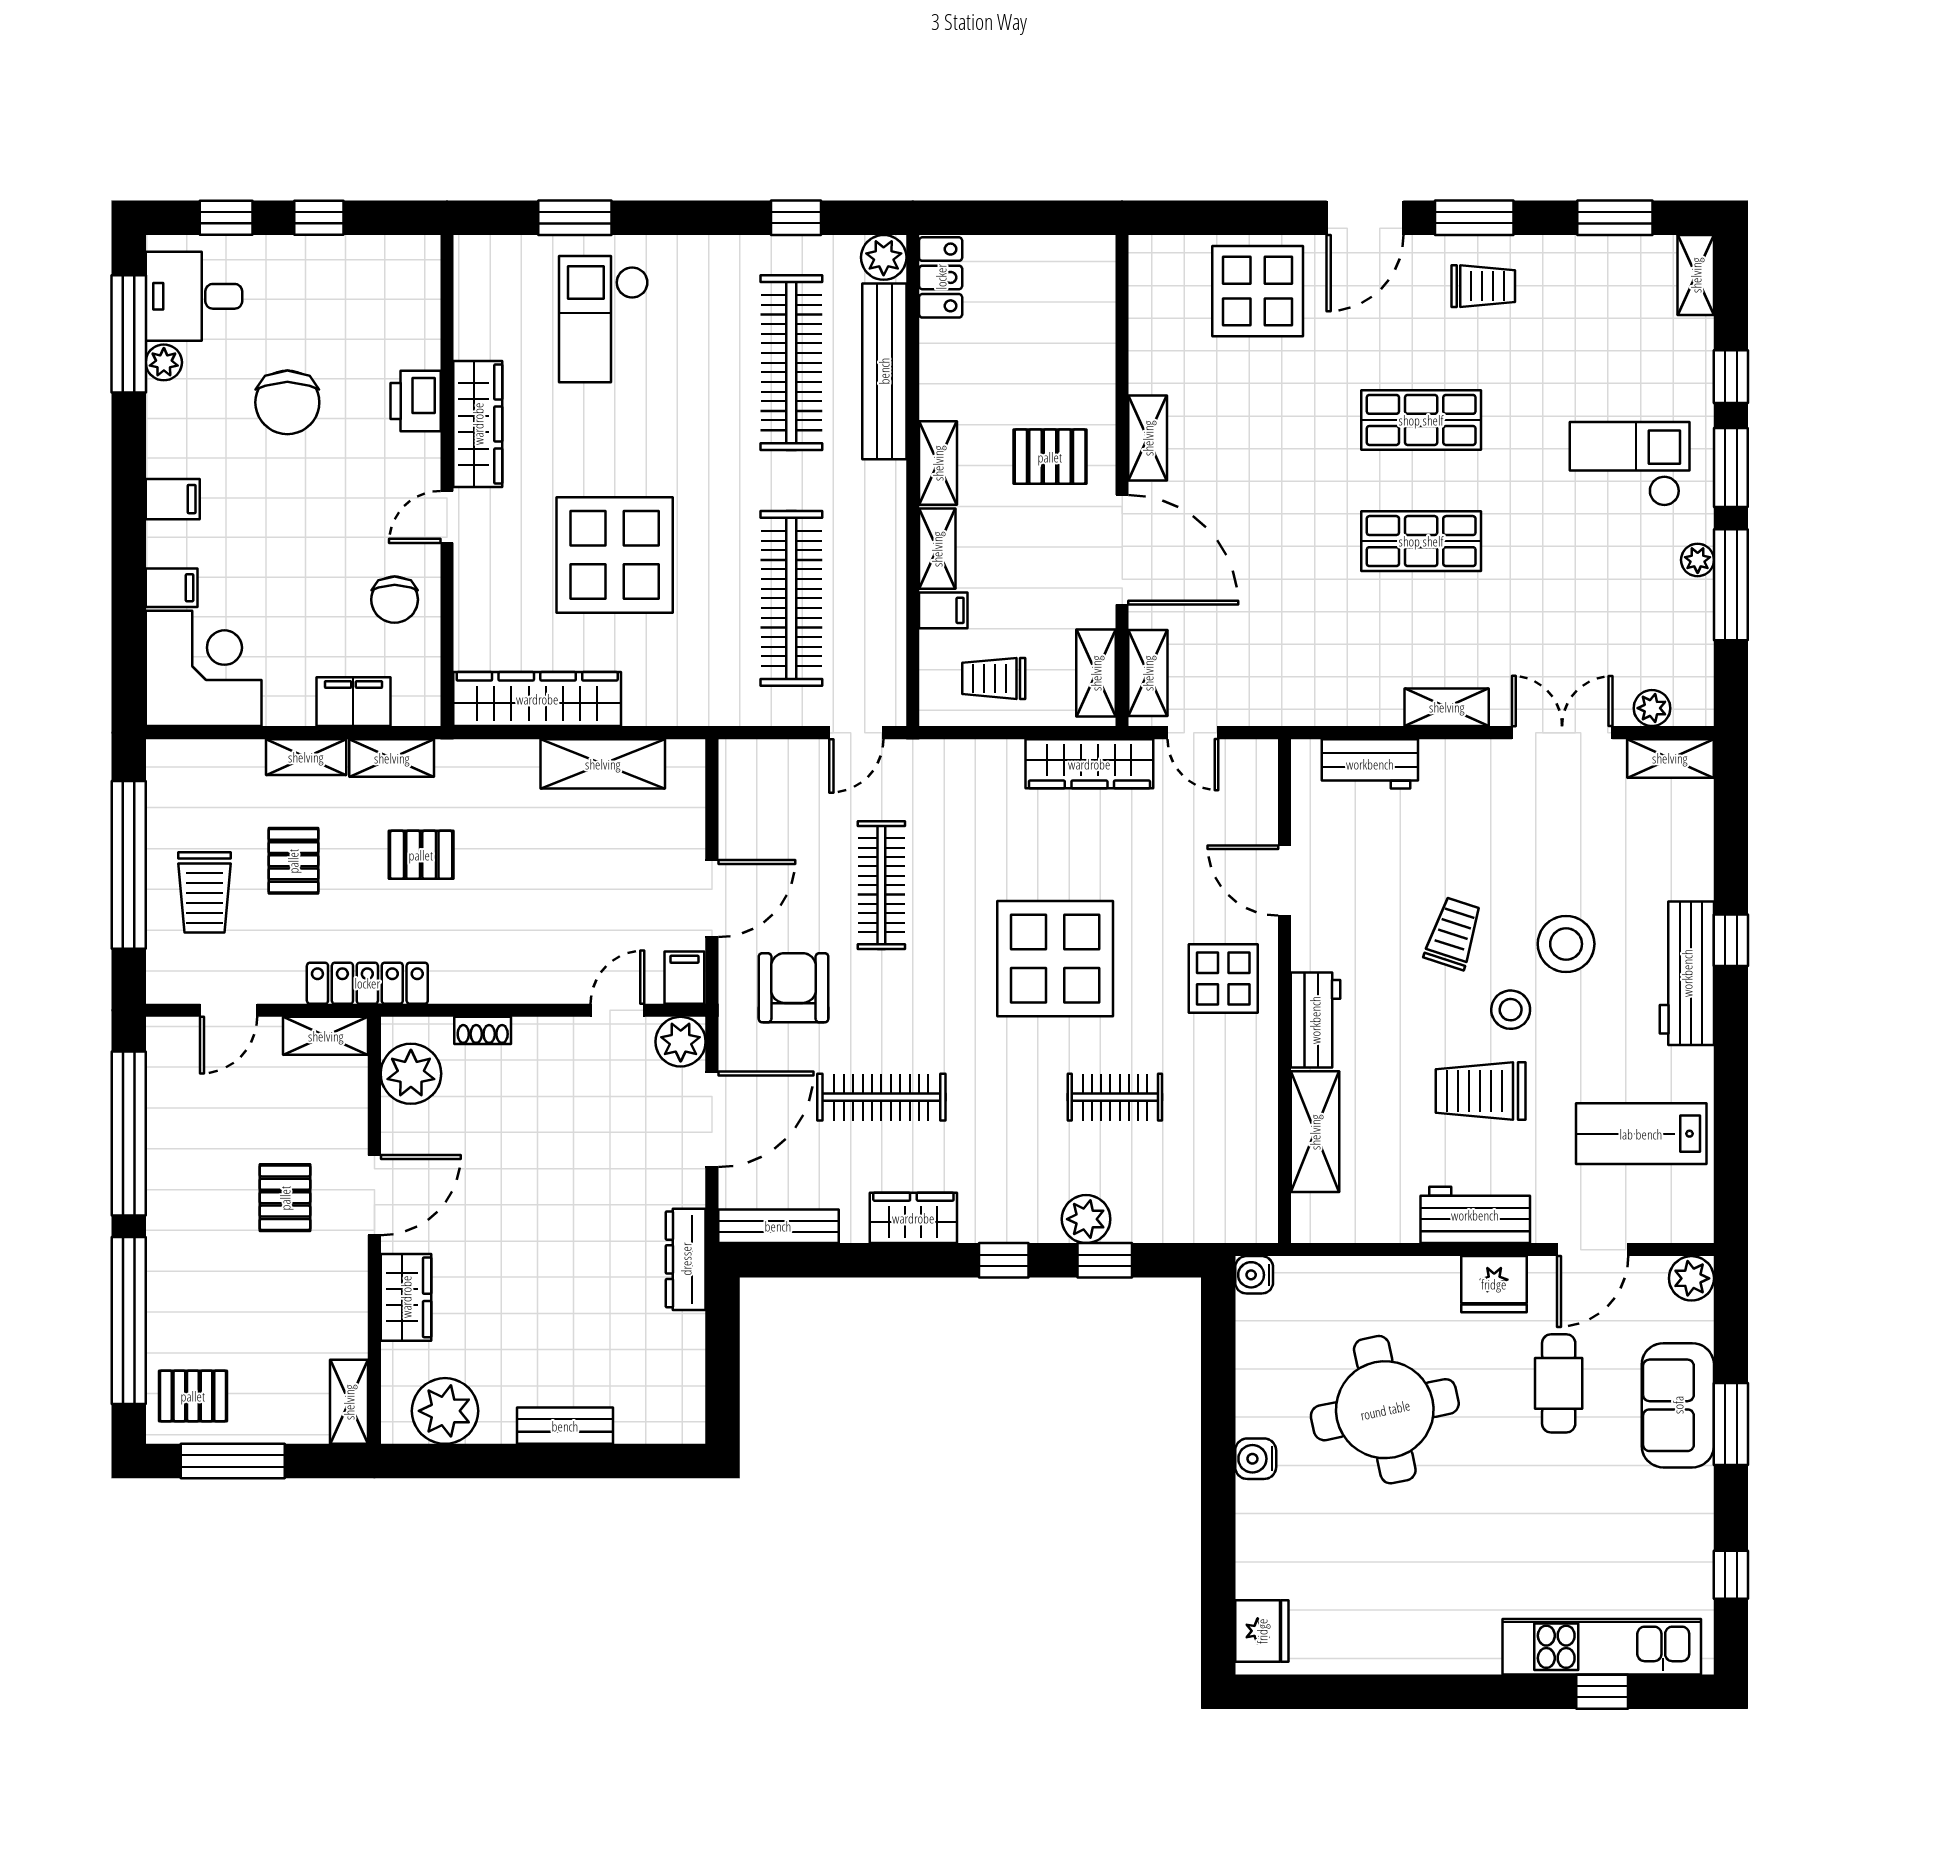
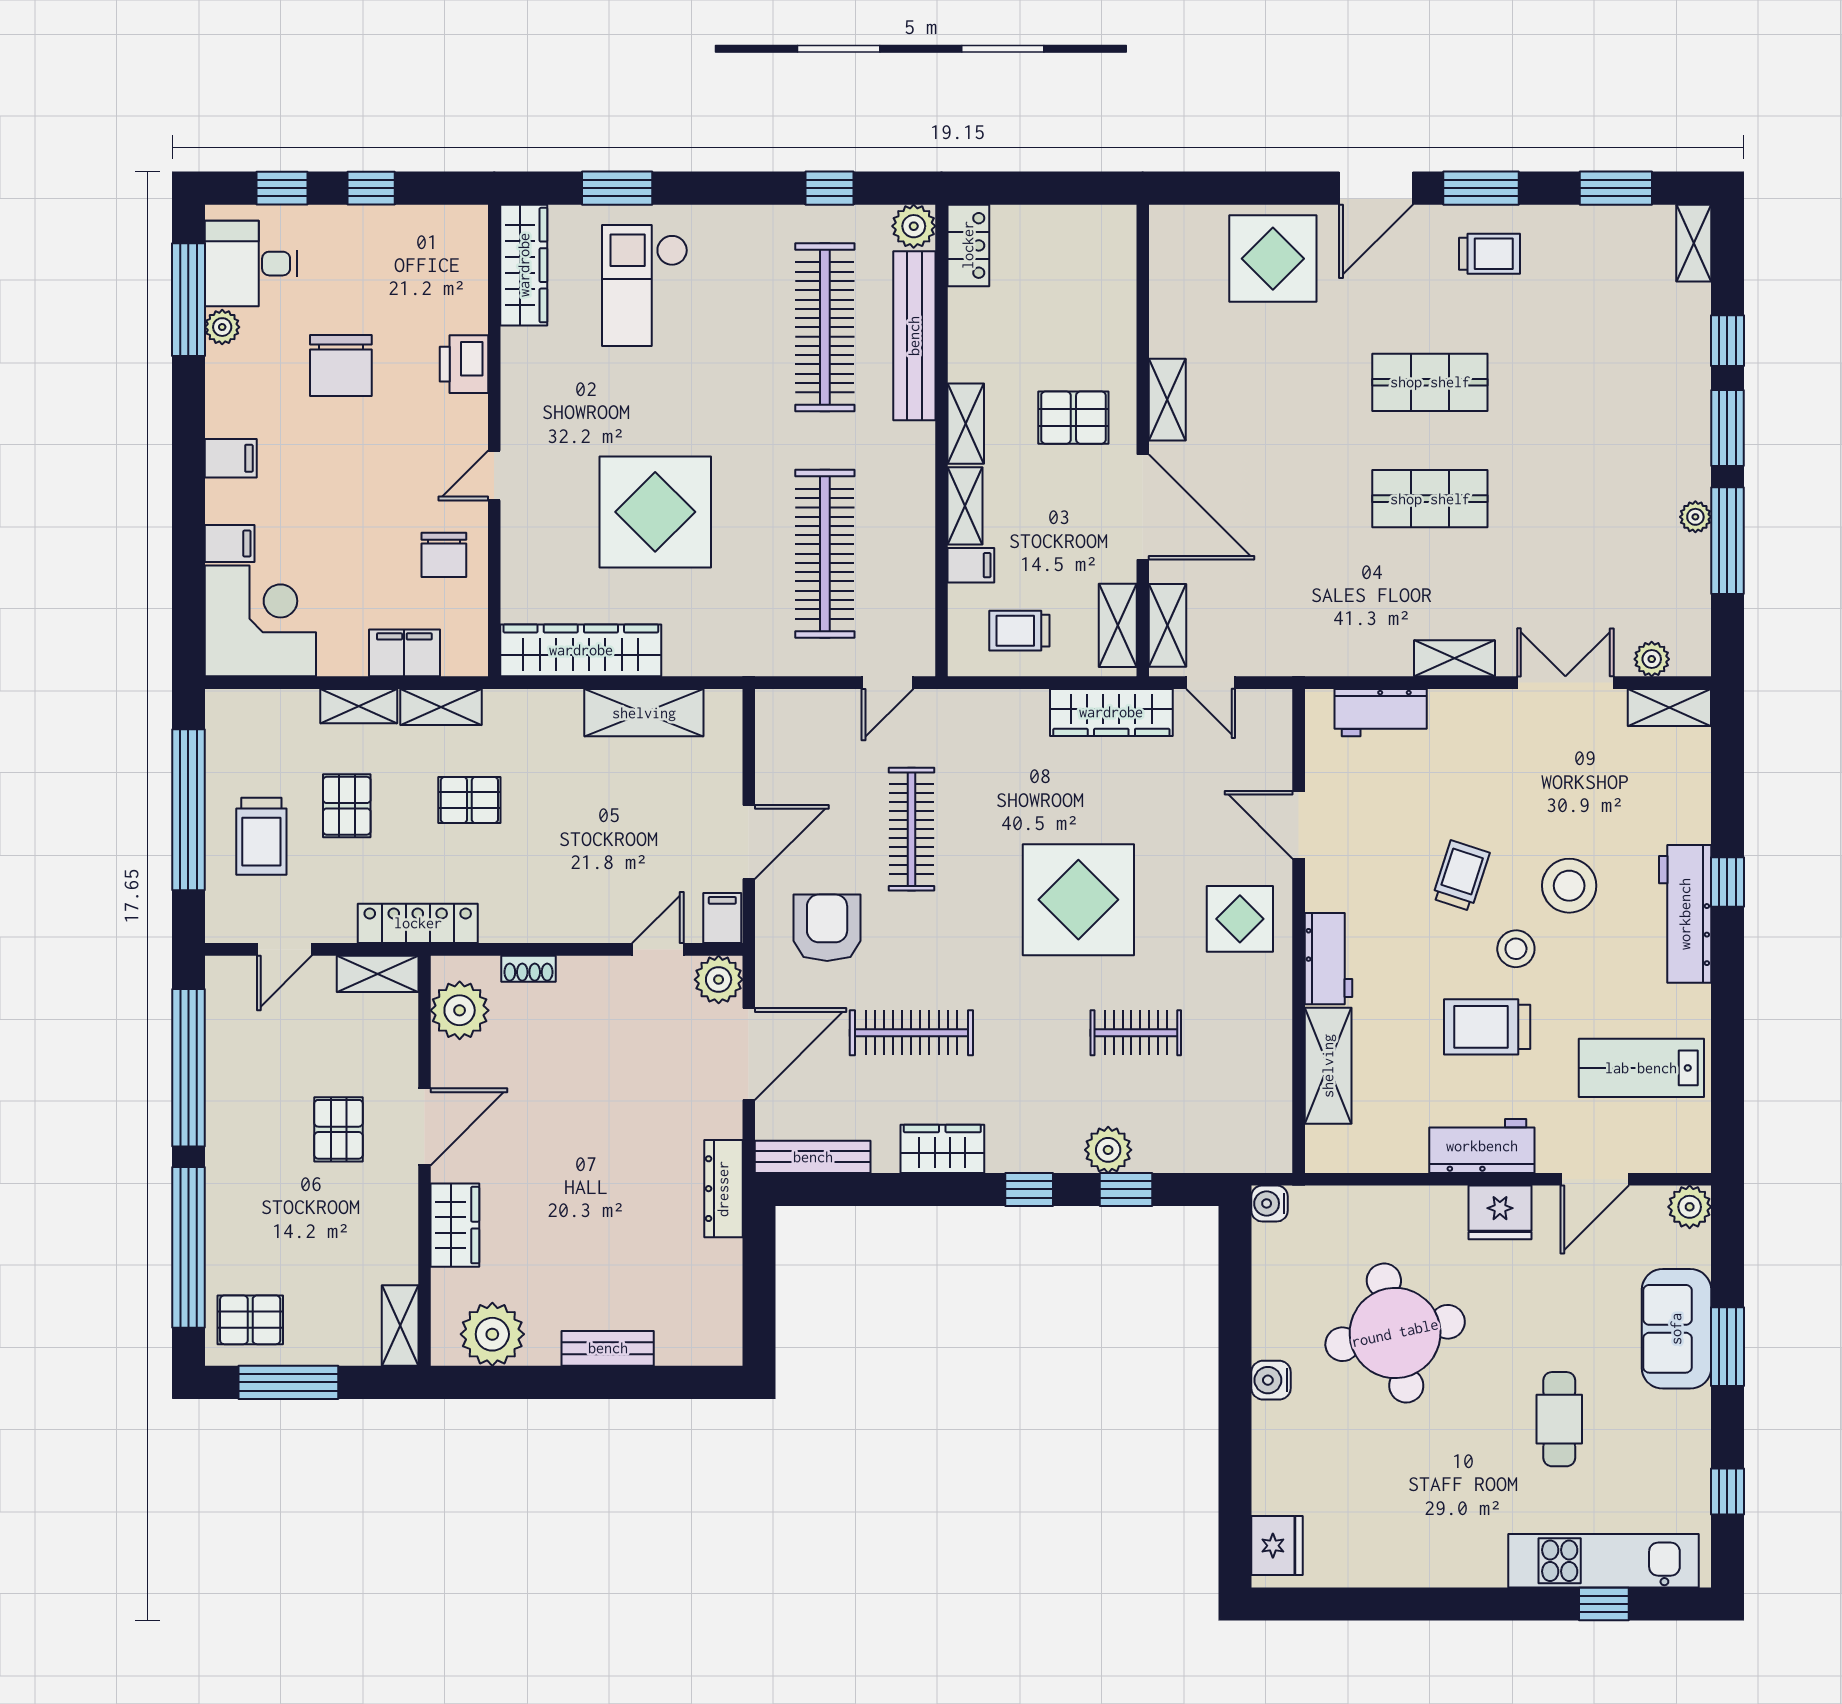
wardrobe: (478, 424) -> (524, 265), moved
checkout: (1630, 464) -> (1630, 425), removed
cafe table: (1559, 1383) -> (1559, 1419), moved

